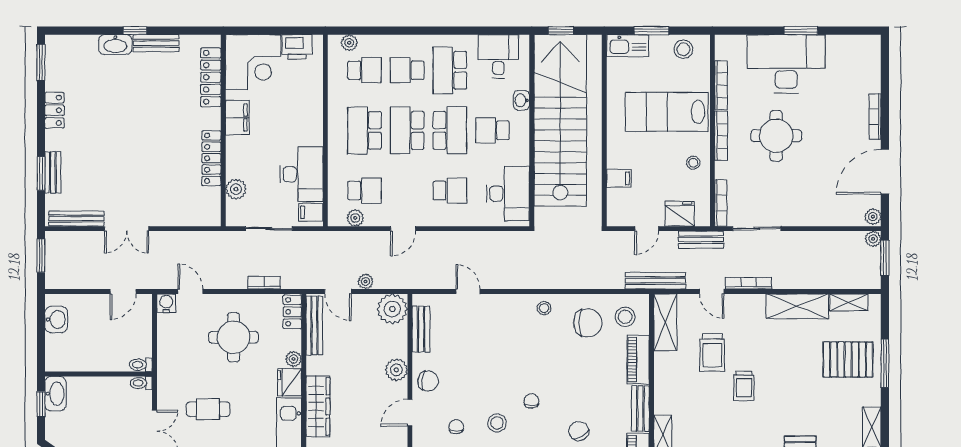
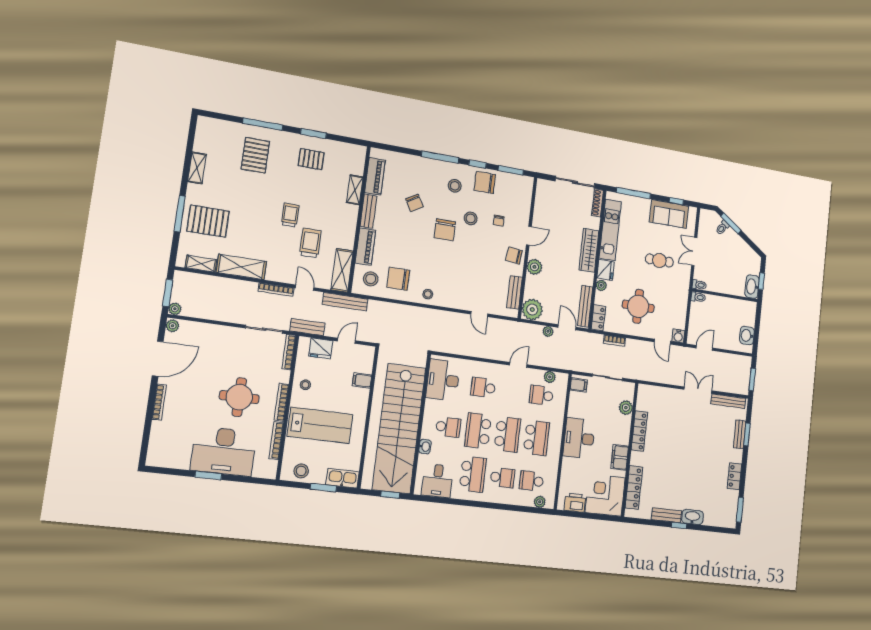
desk: (301, 174) -> (579, 438), moved
chair: (531, 401) -> (445, 230), width x1.87, depth x1.87

